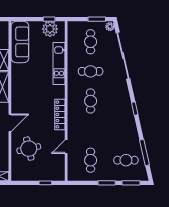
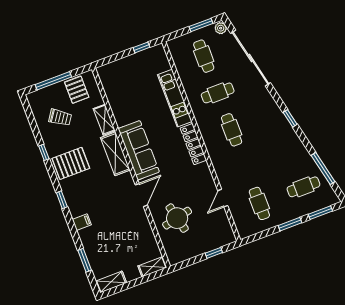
plant: (50, 29) -> (147, 59), removed
sofa: (20, 42) -> (139, 150), moved
locker: (60, 114) -> (193, 144), moved

